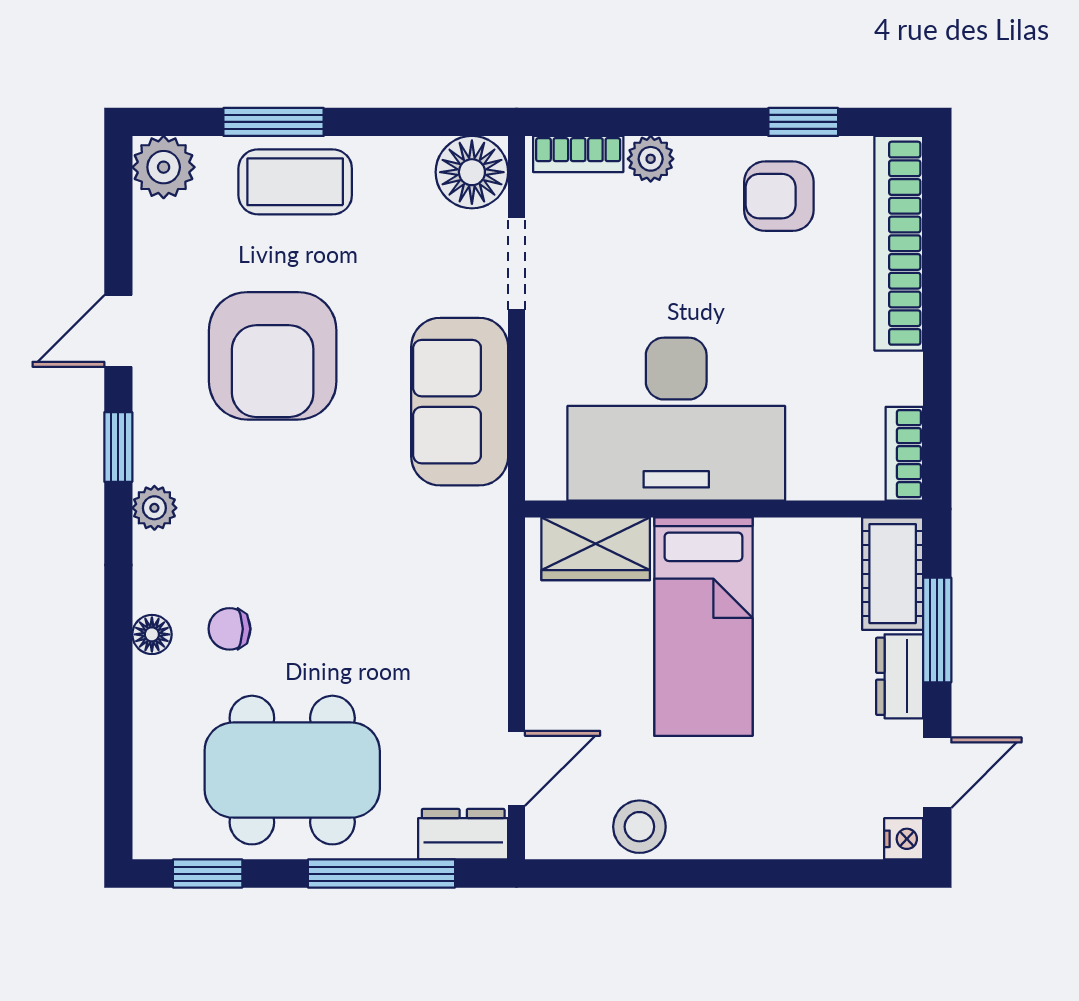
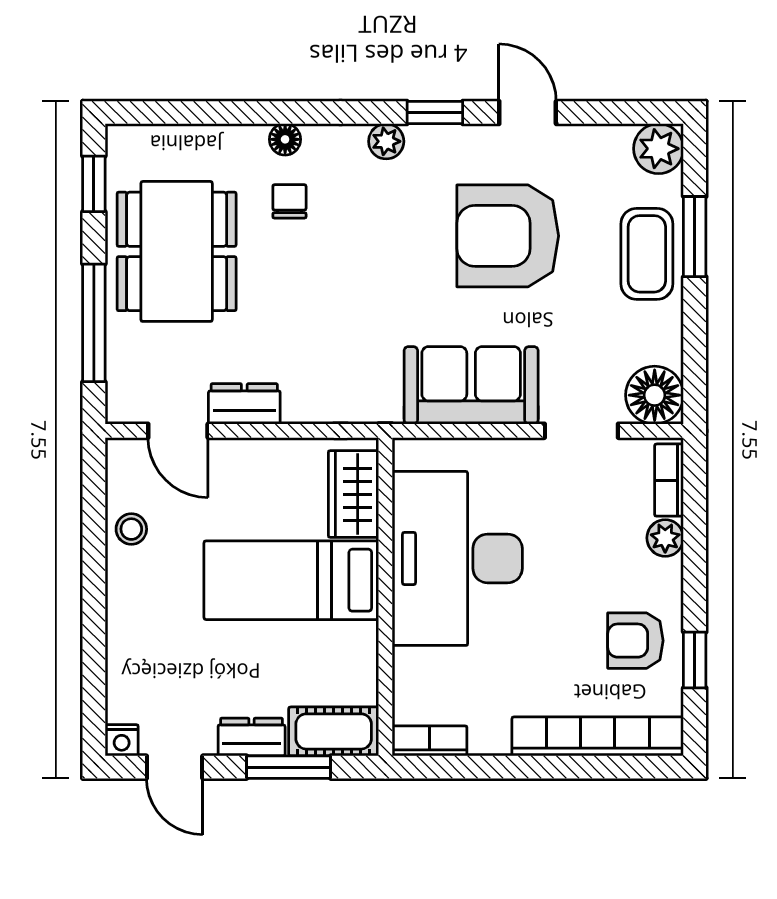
armchair: (779, 196) -> (635, 641), turned -90
stool: (639, 827) -> (131, 529), width x0.73, depth x0.73
dresser: (463, 834) -> (244, 404), moved, turned -90

